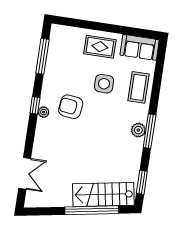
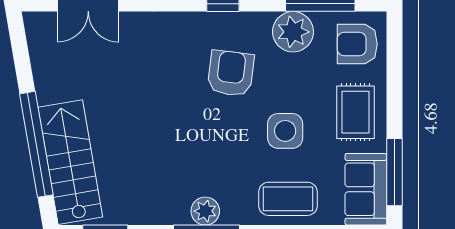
window: (133, 32) -> (394, 172), added
armchair: (66, 41) -> (357, 44), added
plant: (44, 112) -> (293, 32), moved, width x1.87, depth x1.87

